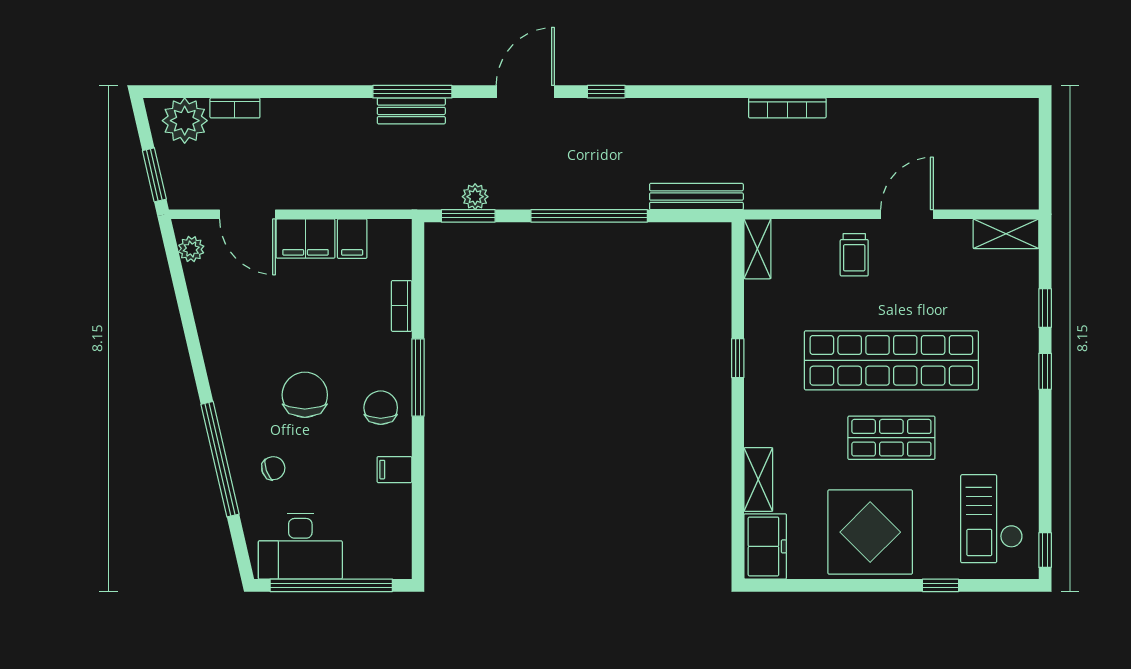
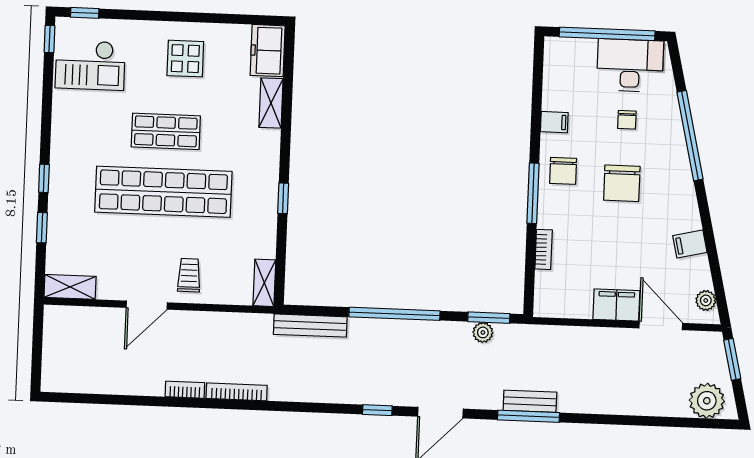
bookcase: (235, 108) -> (185, 390), moved
filing cabinet: (352, 239) -> (690, 244), moved, turned -103
chair: (273, 468) -> (627, 120), moved, turned -71
checkout: (992, 519) -> (90, 65), turned 90
display table: (870, 532) -> (185, 59), width x0.54, depth x0.54
window: (941, 585) -> (85, 13), moved

